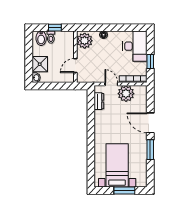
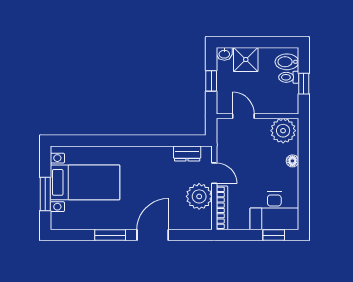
window: (150, 61) -> (274, 235), moved
door: (111, 84) -> (214, 173), hinge flipped
window: (53, 86) -> (211, 81), added

